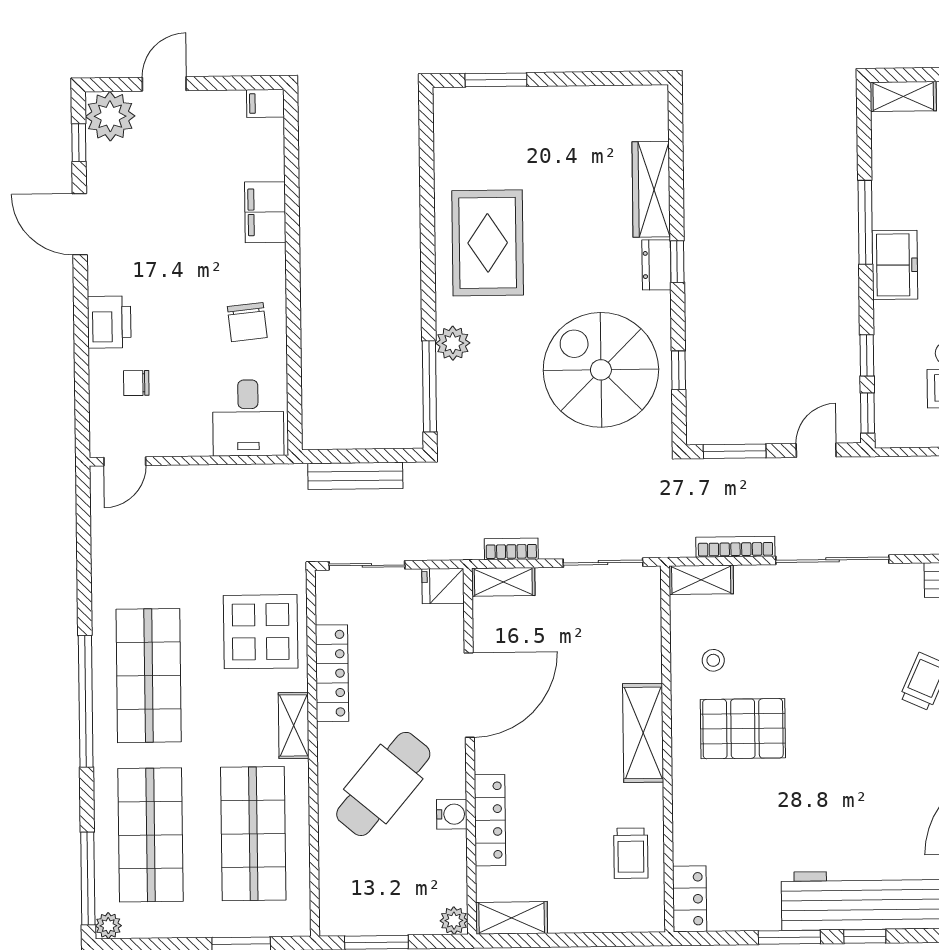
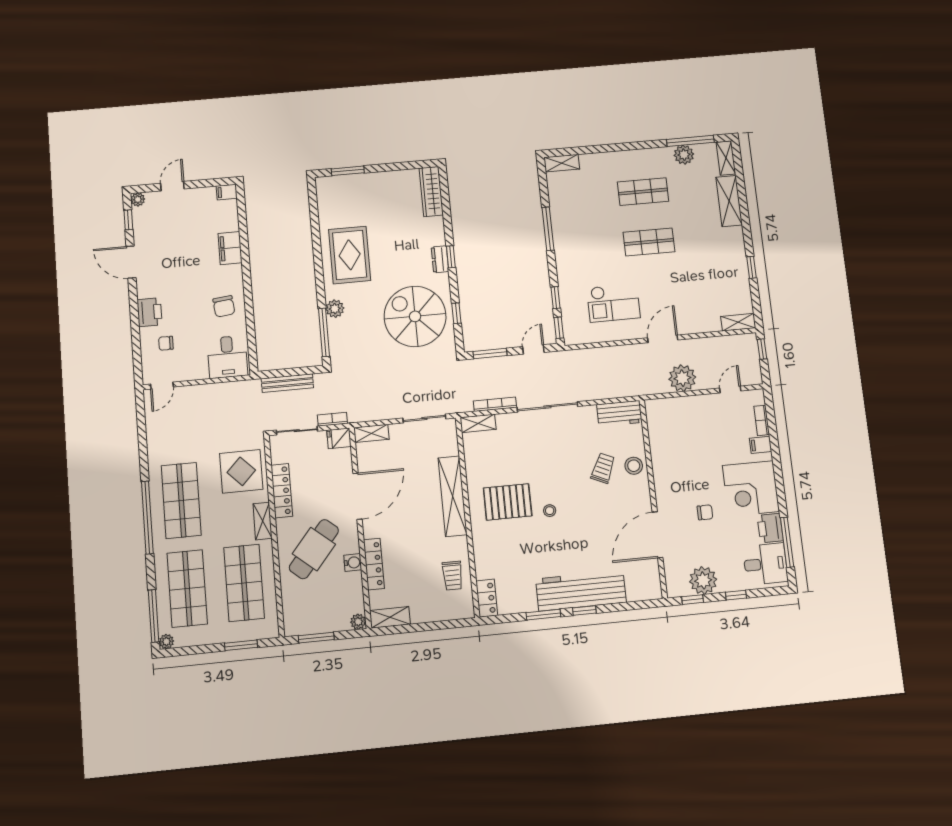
plant: (110, 116) -> (138, 199), width x0.53, depth x0.53
wardrobe: (651, 189) -> (431, 191), moved
freezer: (895, 265) -> (566, 250), removed
bookcase: (511, 549) -> (332, 419), moved
stool: (713, 660) -> (550, 511), moved
shelving: (643, 733) -> (452, 496), width x1.47

